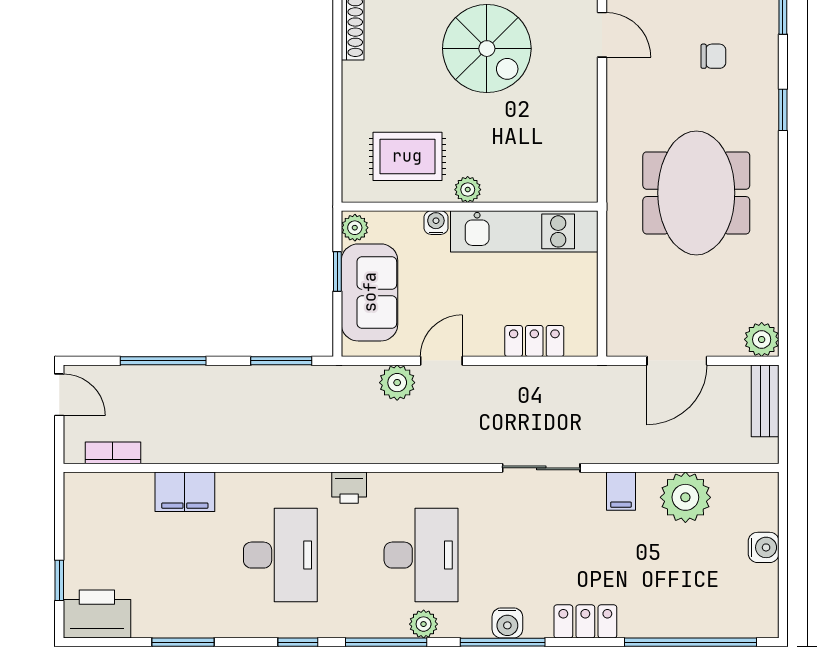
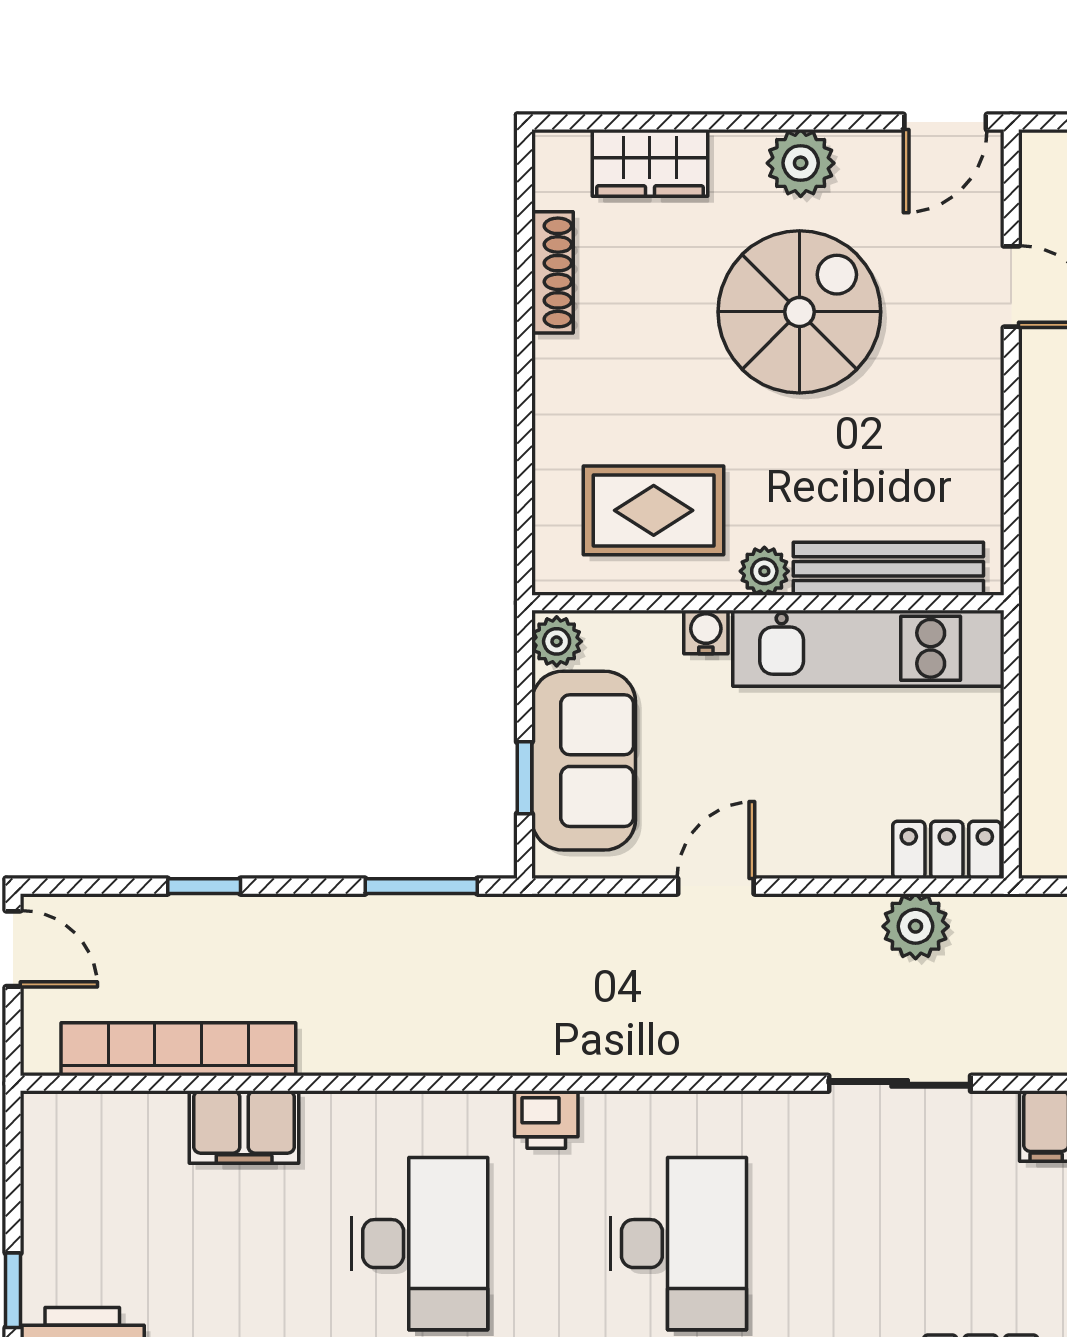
spiral stairs: (487, 49) -> (799, 312), turned -90
bench: (535, 188) -> (888, 569), added
window: (337, 271) -> (524, 778), moved
locker: (534, 341) -> (947, 850), moved
window: (163, 361) -> (204, 886), width x0.46
plant: (397, 383) -> (916, 926), moved
bookcase: (113, 453) -> (178, 1049), width x2.31, depth x1.31

